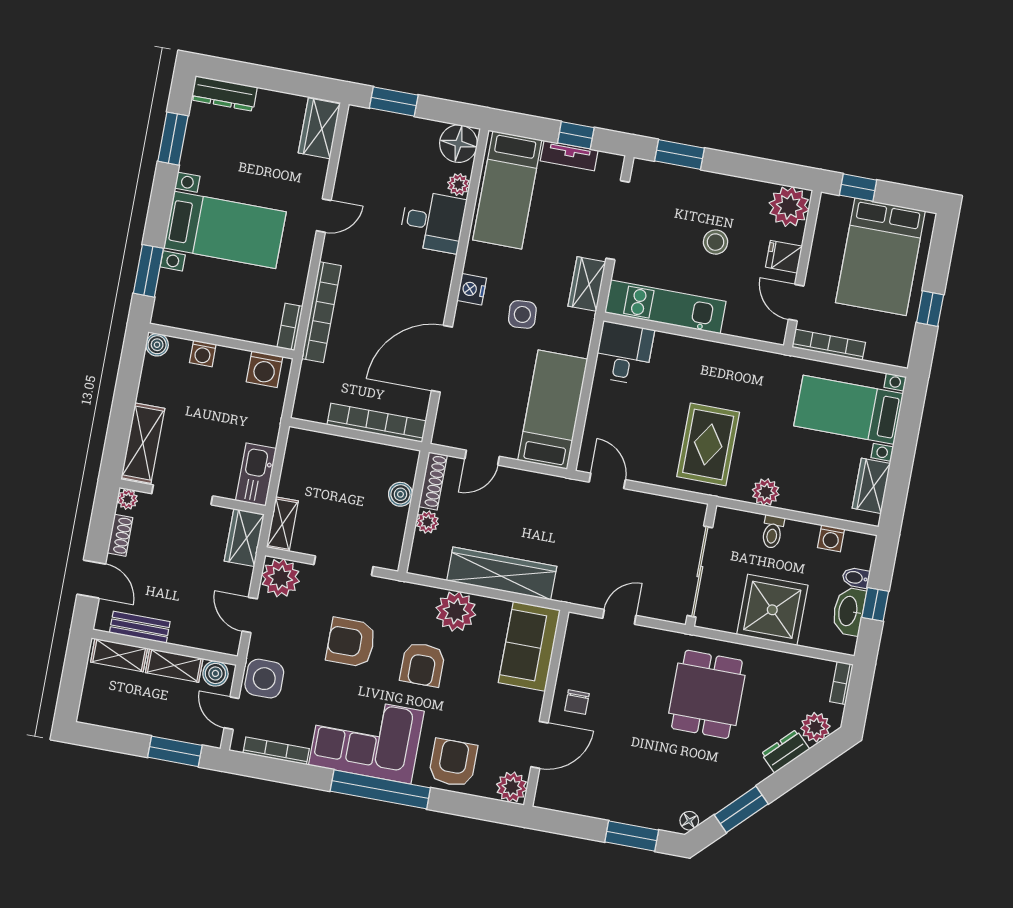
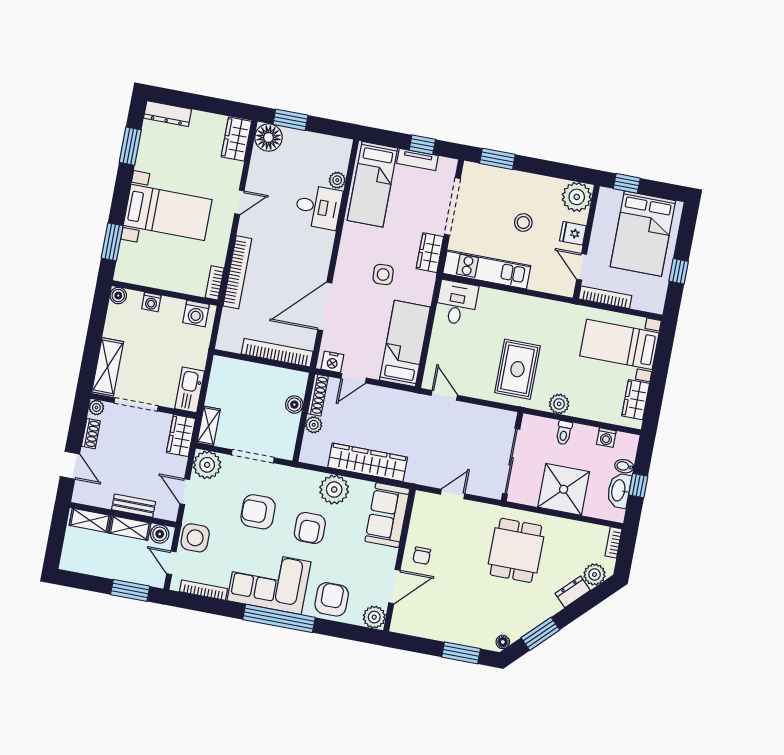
floor lamp: (458, 144) -> (269, 137), moved
nightstand: (472, 289) -> (332, 362), moved, turned -90
bench: (140, 627) -> (134, 506), moved

